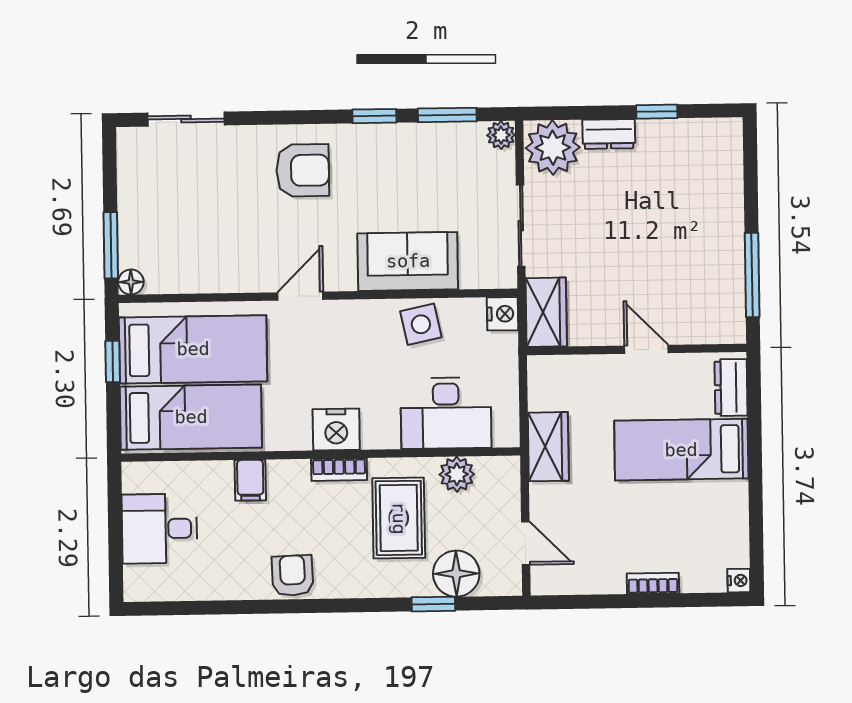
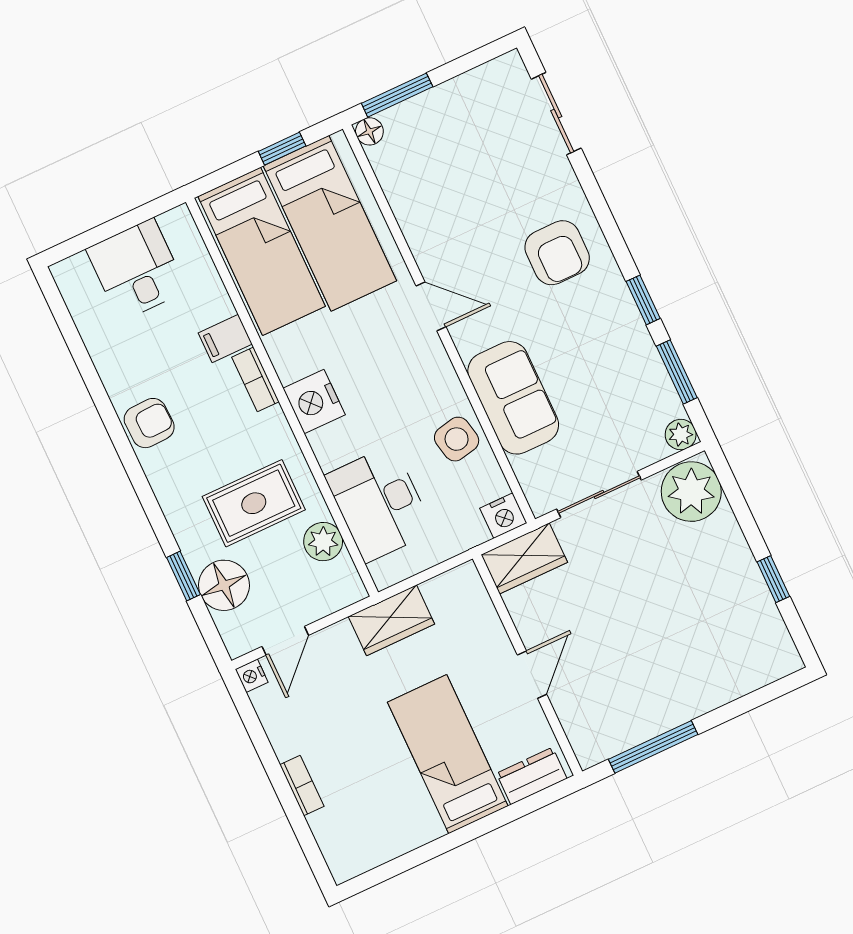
dresser: (609, 134) -> (730, 541), removed
bookcase: (339, 470) -> (255, 379), moved
nightstand: (739, 581) -> (252, 676), moved, turned 90

